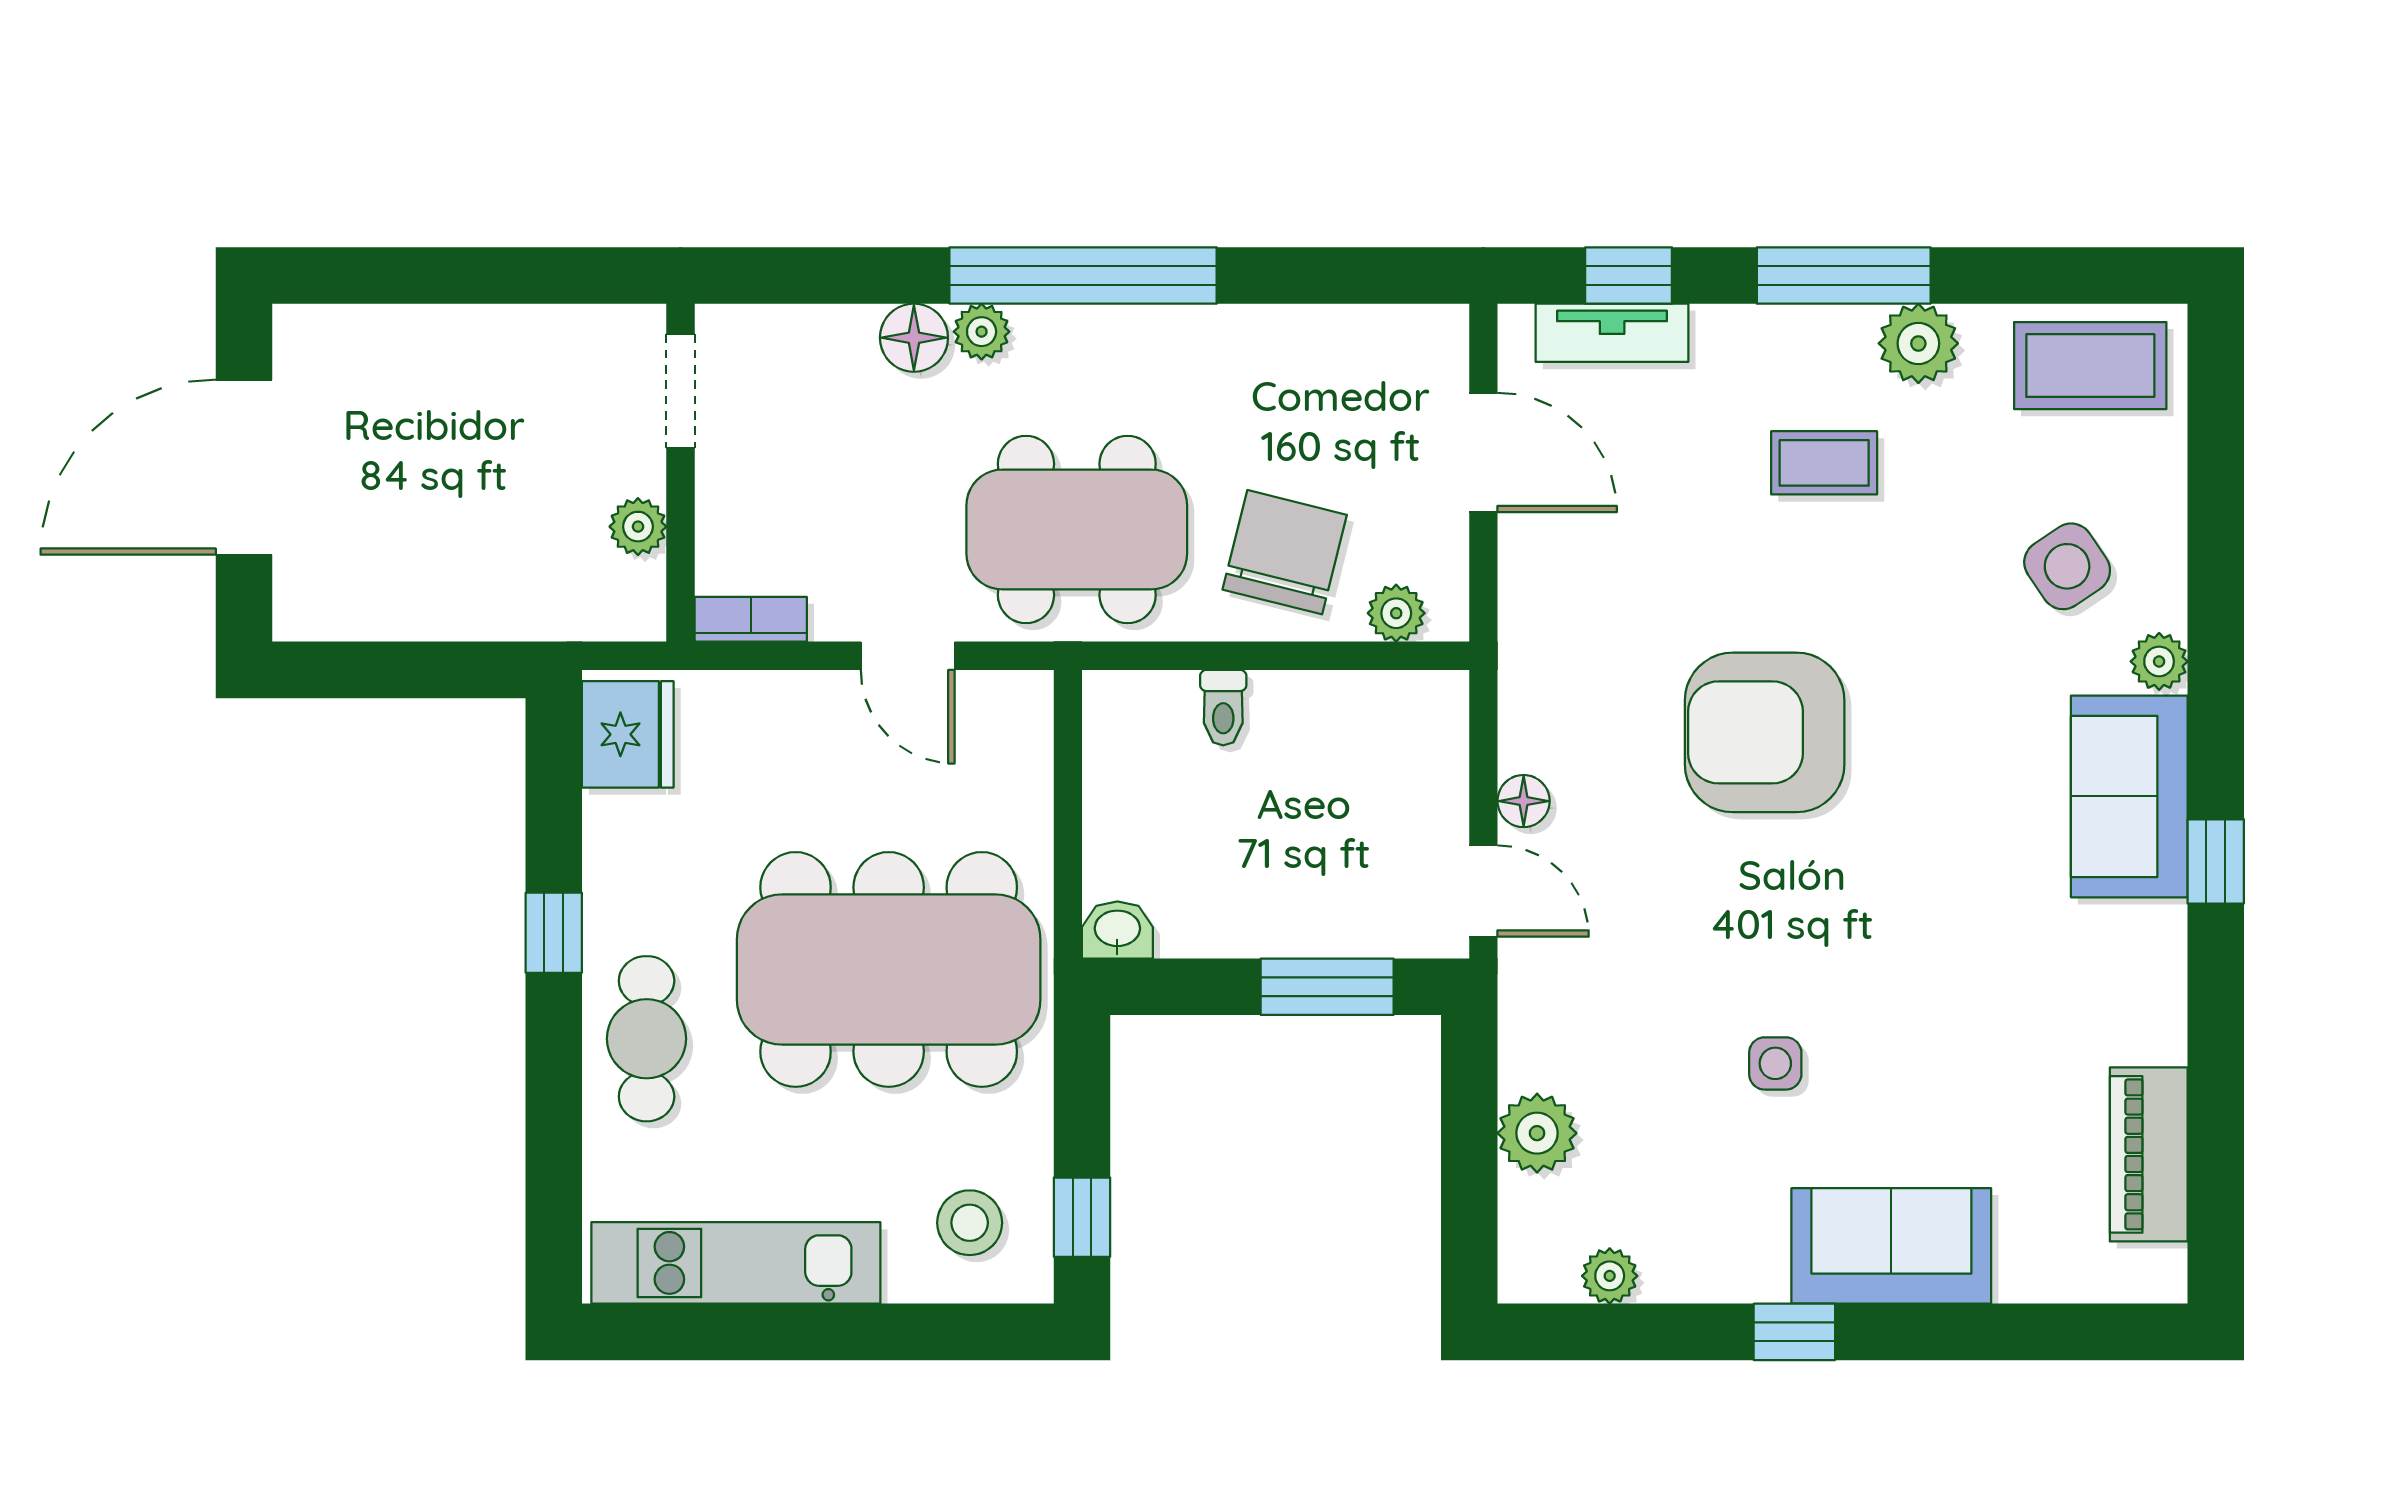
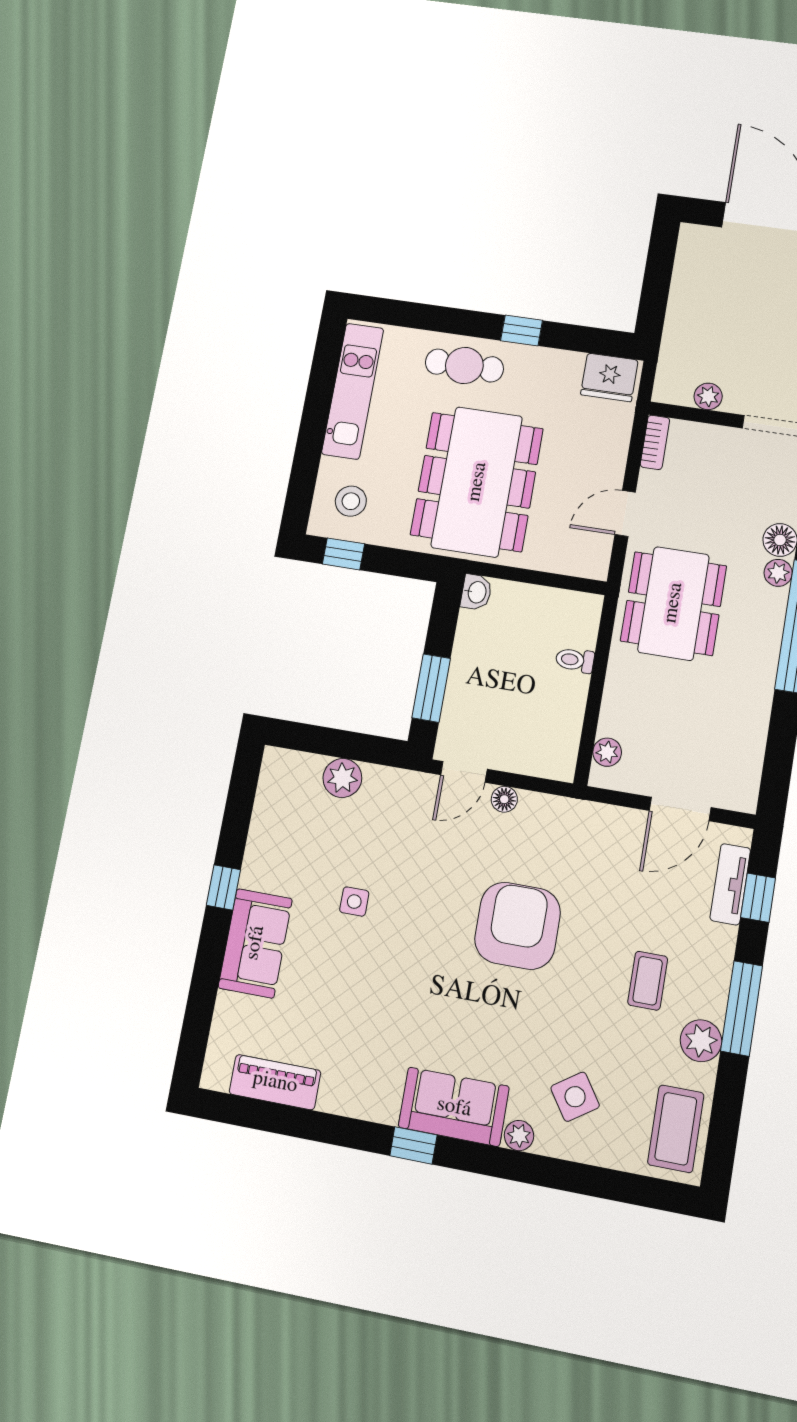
chair: (1285, 552) -> (646, 702), removed
plant: (1610, 1276) -> (268, 802), removed

